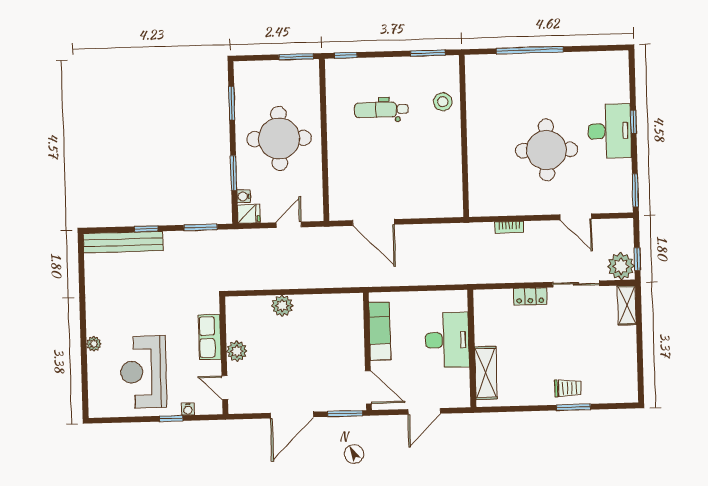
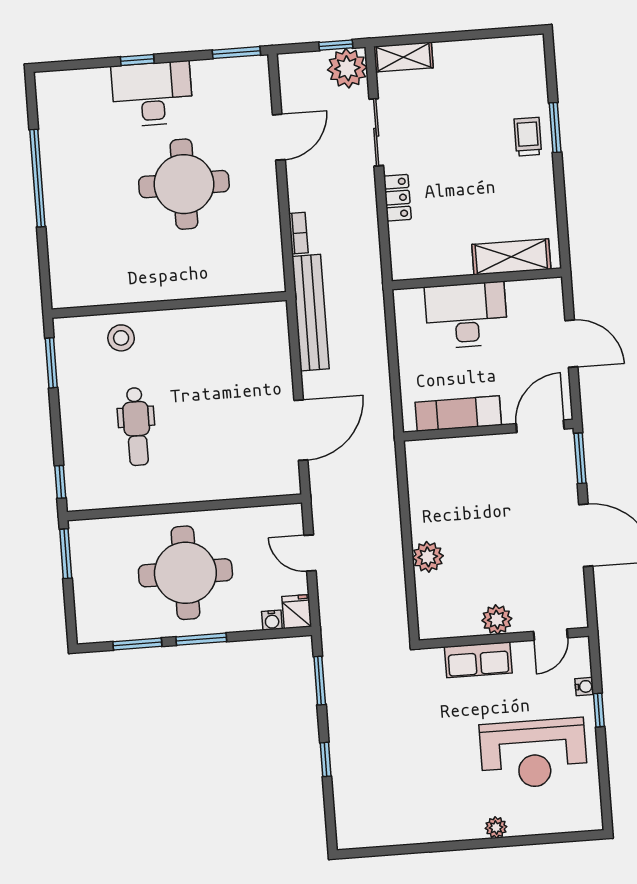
window: (530, 50) -> (37, 178), moved
window: (234, 173) -> (201, 639), moved
bench: (123, 242) -> (310, 313), moved

